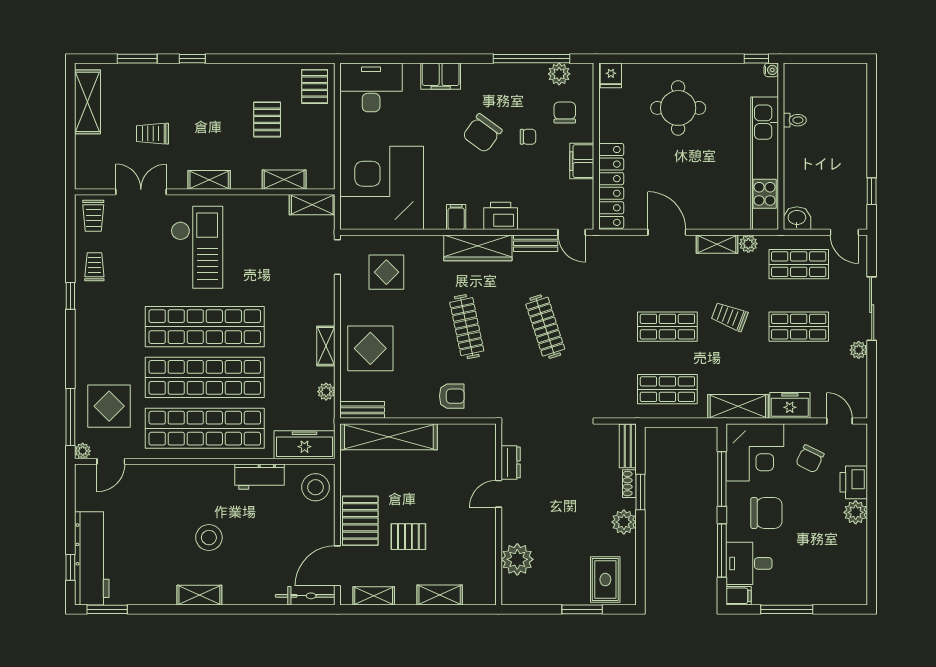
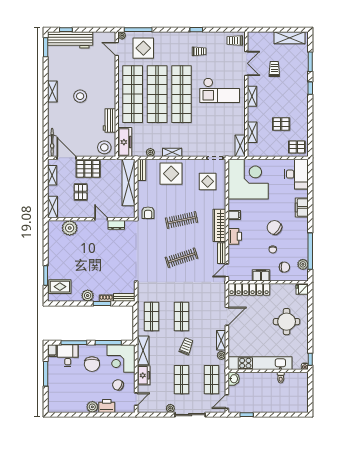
trolley: (94, 267) -> (199, 51), moved
dresser: (511, 462) -> (116, 225), moved
door: (499, 494) -> (101, 219), moved
wall: (499, 514) -> (91, 219), moved
plant: (517, 559) -> (70, 228), moved

